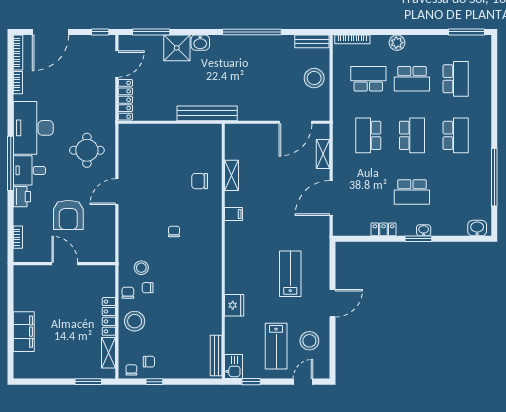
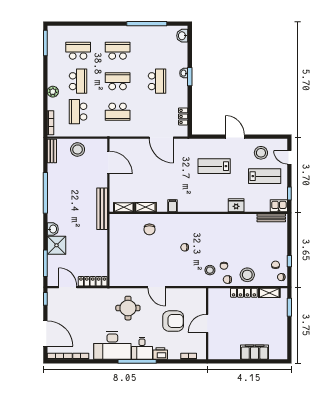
bench: (207, 113) -> (102, 209), moved
shelving: (323, 154) -> (124, 207), moved
locker: (384, 229) -> (183, 116), moved

